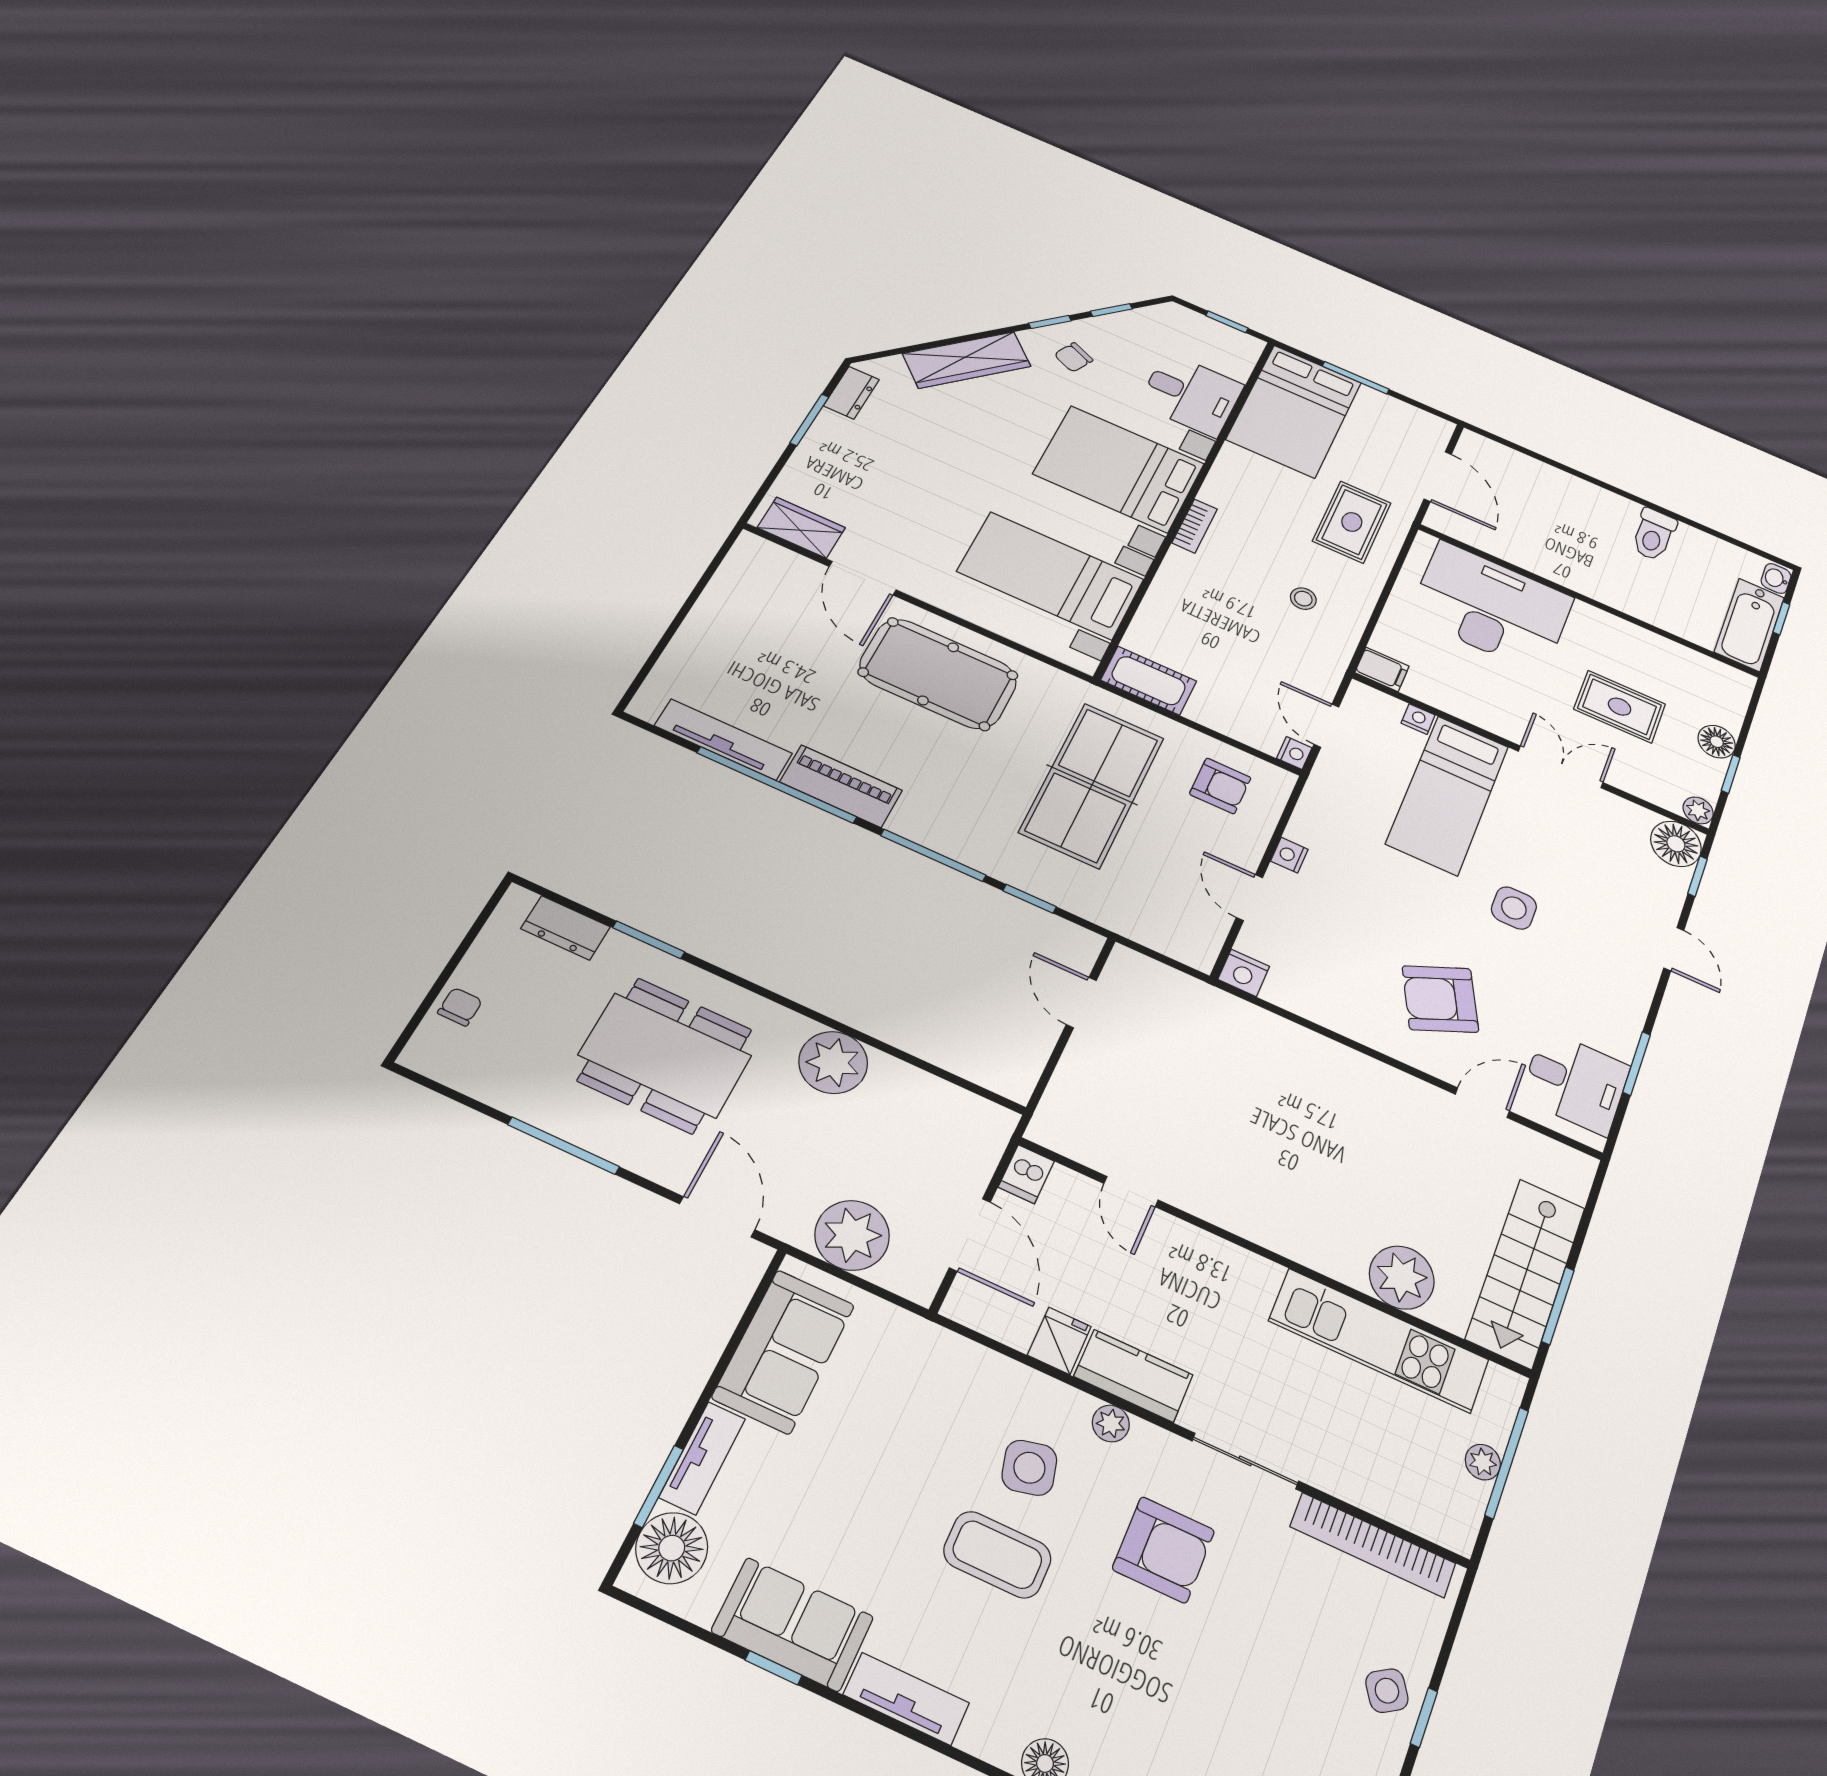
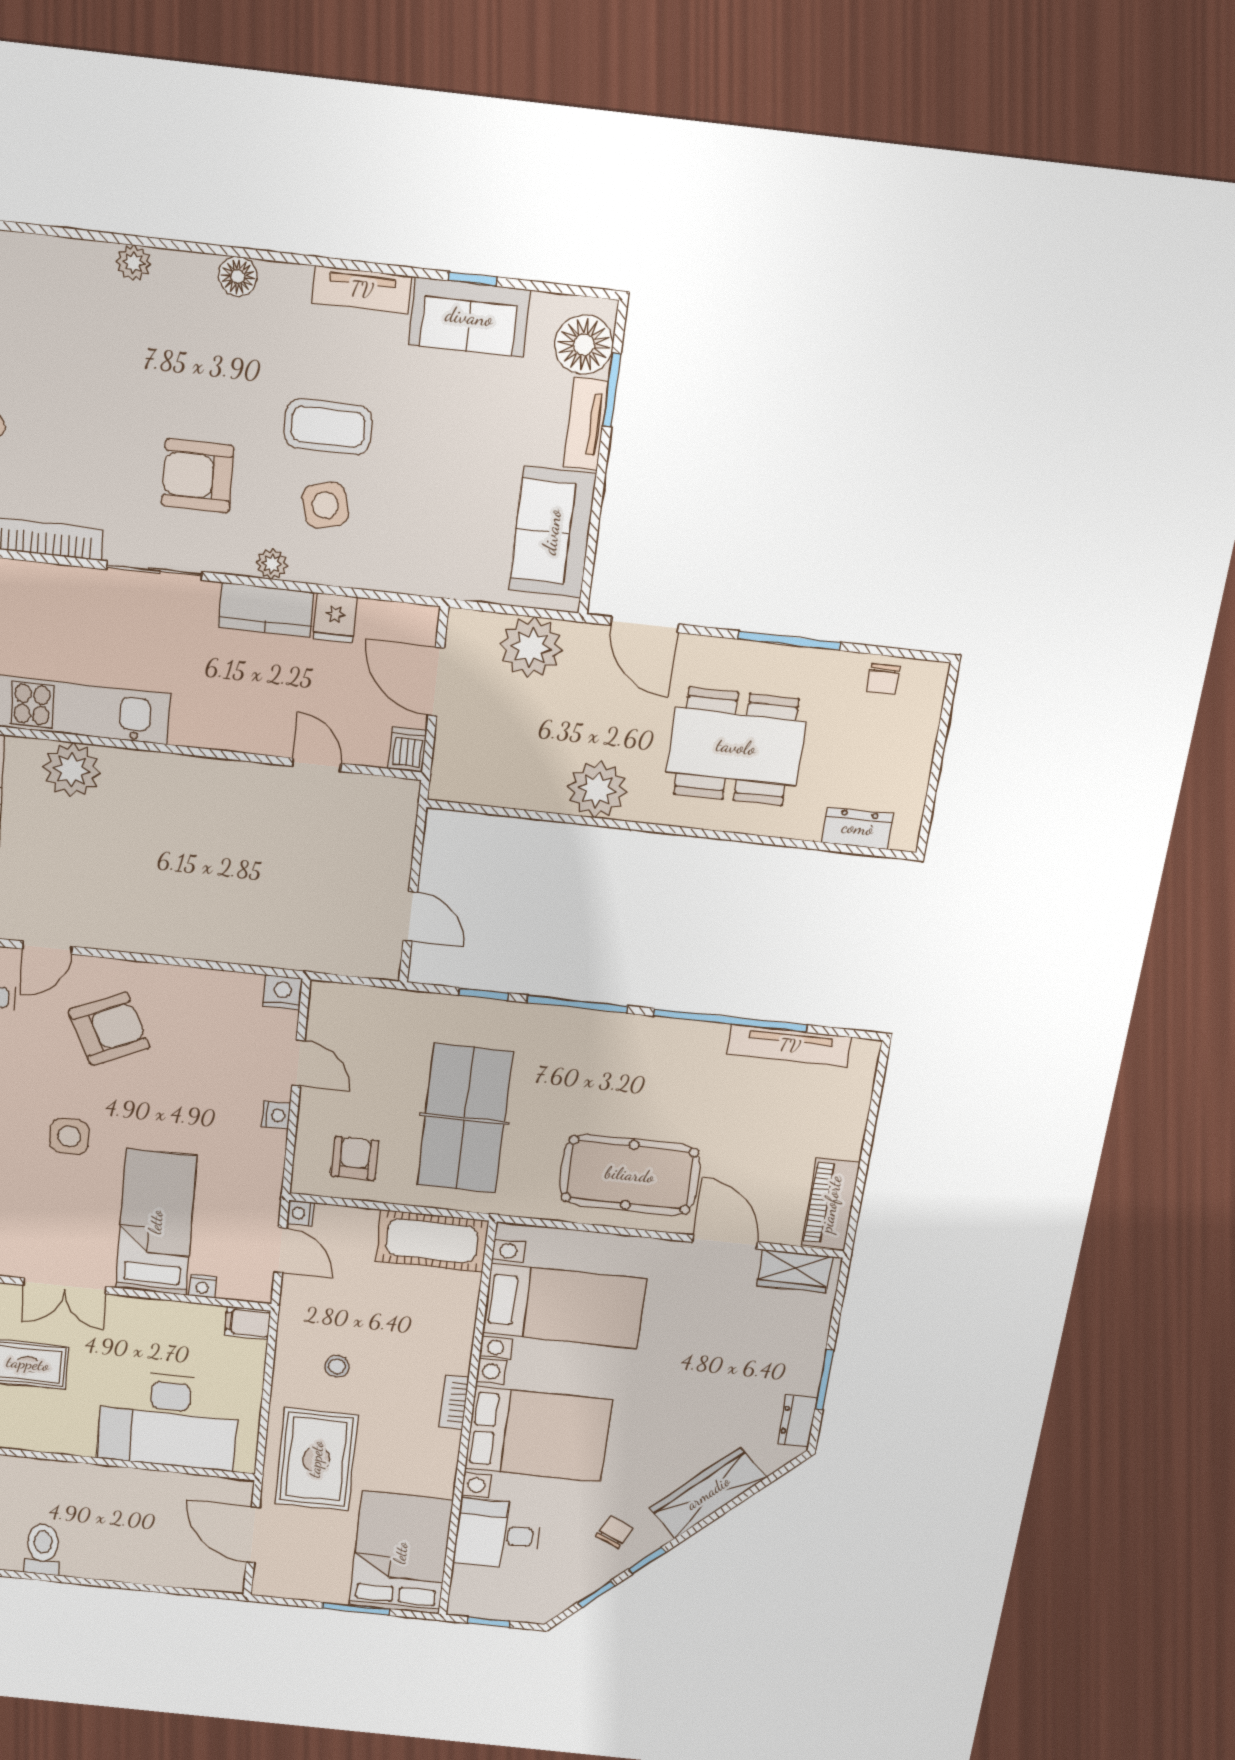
rug: (1352, 522) -> (316, 1459), width x1.36, depth x1.43
cot: (1149, 681) -> (432, 1241), width x1.37, depth x1.34
piano: (841, 786) -> (831, 1204), moved, turned 90
armchair: (1220, 786) -> (355, 1158), turned 90
window: (649, 940) -> (786, 842), removed
chair: (460, 1007) -> (883, 679), moved

